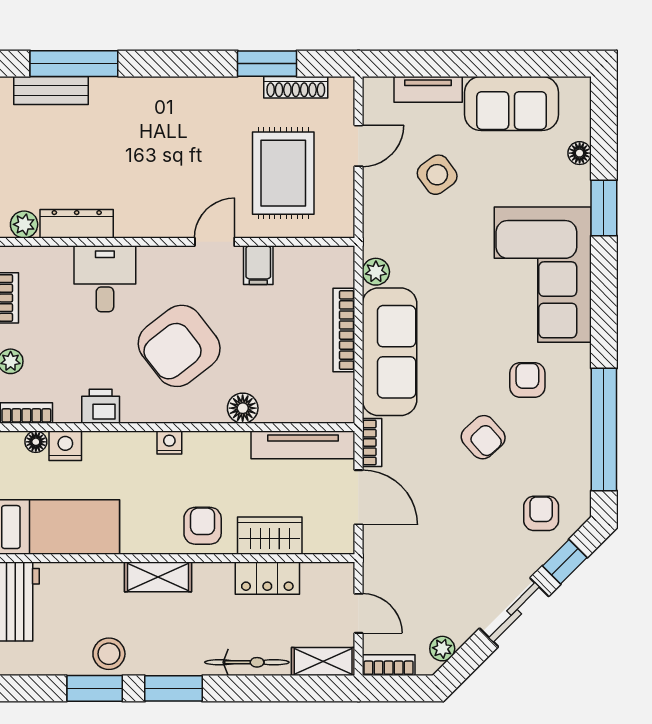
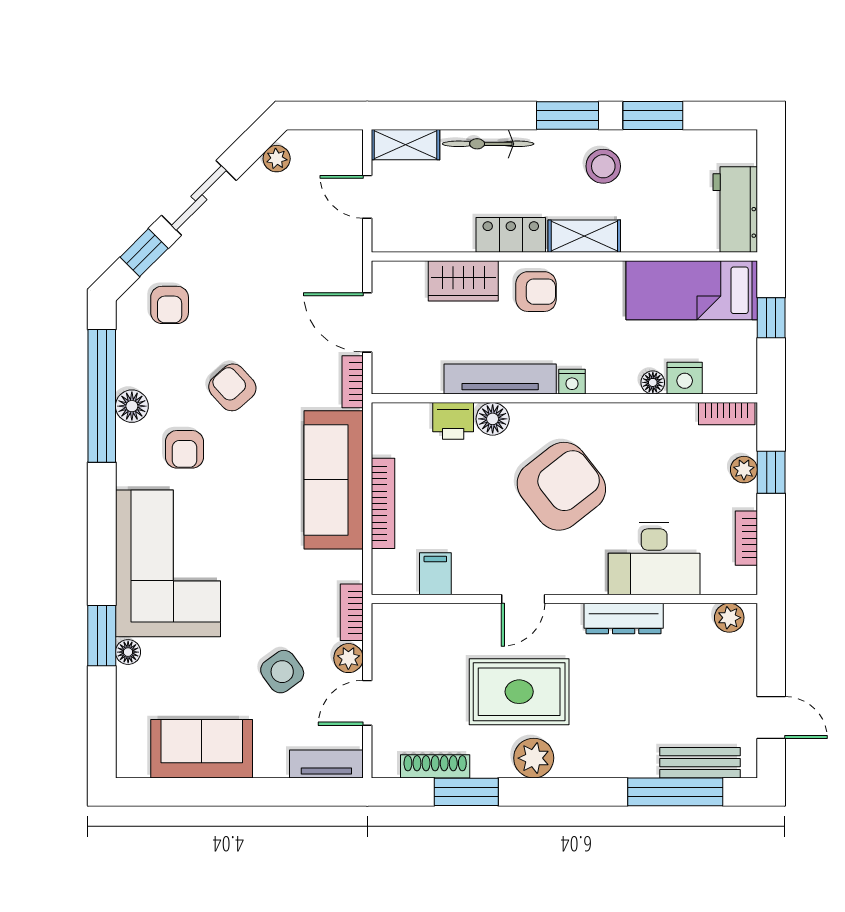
tv unit: (428, 89) -> (326, 764), moved
plant: (205, 95) -> (534, 758), added
floor lamp: (580, 153) -> (128, 652), moved
rug: (283, 173) -> (519, 692), moved, turned 90
dresser: (77, 224) -> (624, 619), moved
filing cabinet: (258, 265) -> (435, 574), moved
plant: (376, 272) -> (348, 658), moved
desk: (105, 279) -> (654, 559), width x1.37
printer: (101, 406) -> (453, 421), moved
floor lamp: (576, 420) -> (132, 406), added
floor lamp: (36, 442) -> (653, 382), moved
tv unit: (303, 445) -> (500, 379), moved
armchair: (203, 526) -> (536, 292), turned -90
locker: (267, 578) -> (511, 235), moved
stool: (109, 654) -> (603, 166), moved
bookcase: (389, 665) -> (352, 612), moved, turned 90

